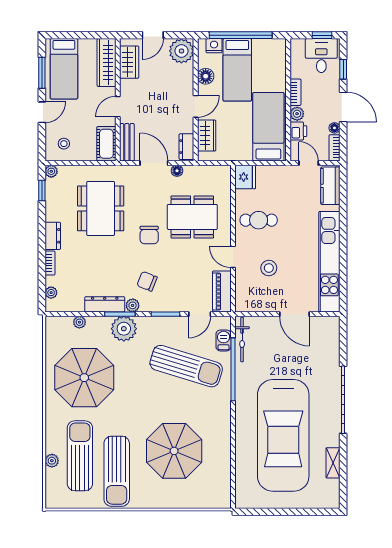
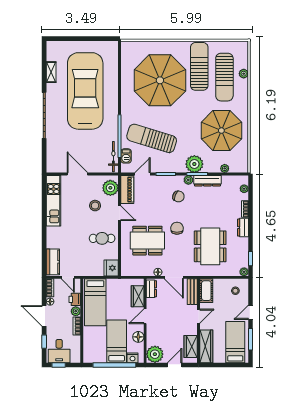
kitchen unit: (329, 262) -> (54, 201), width x0.73
plant: (246, 294) -> (110, 188), added
parasol: (174, 451) -> (160, 80), width x1.36, depth x1.36

